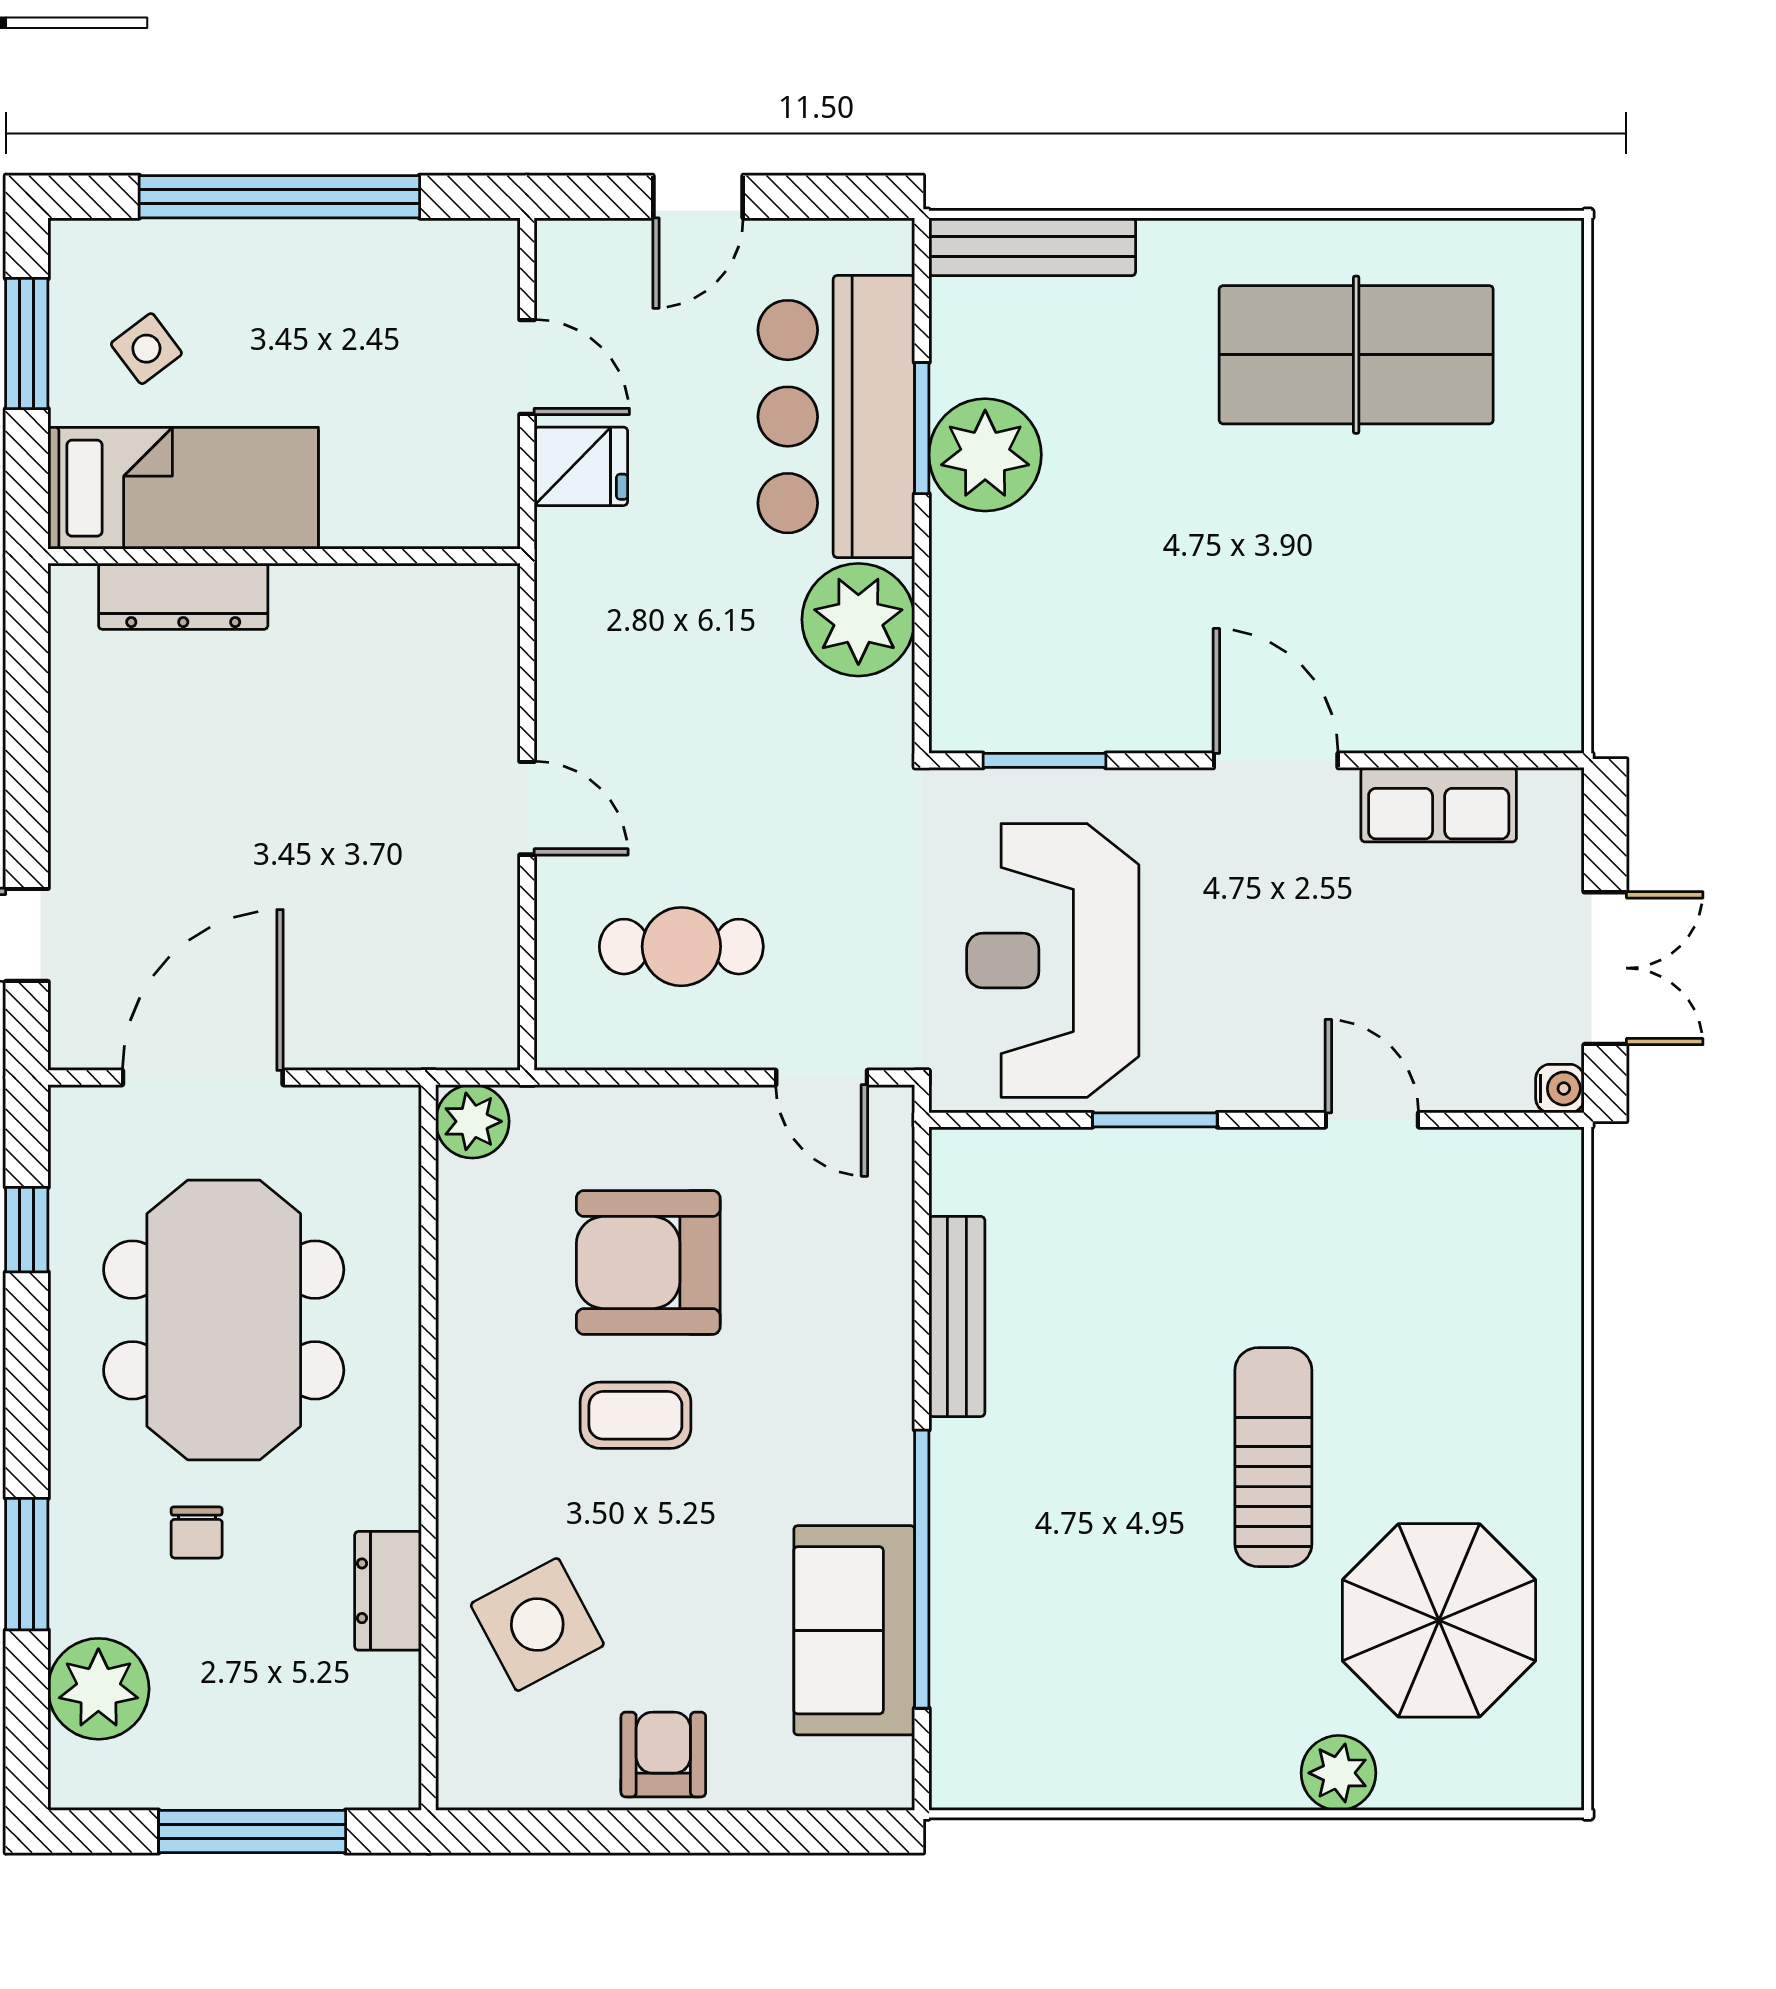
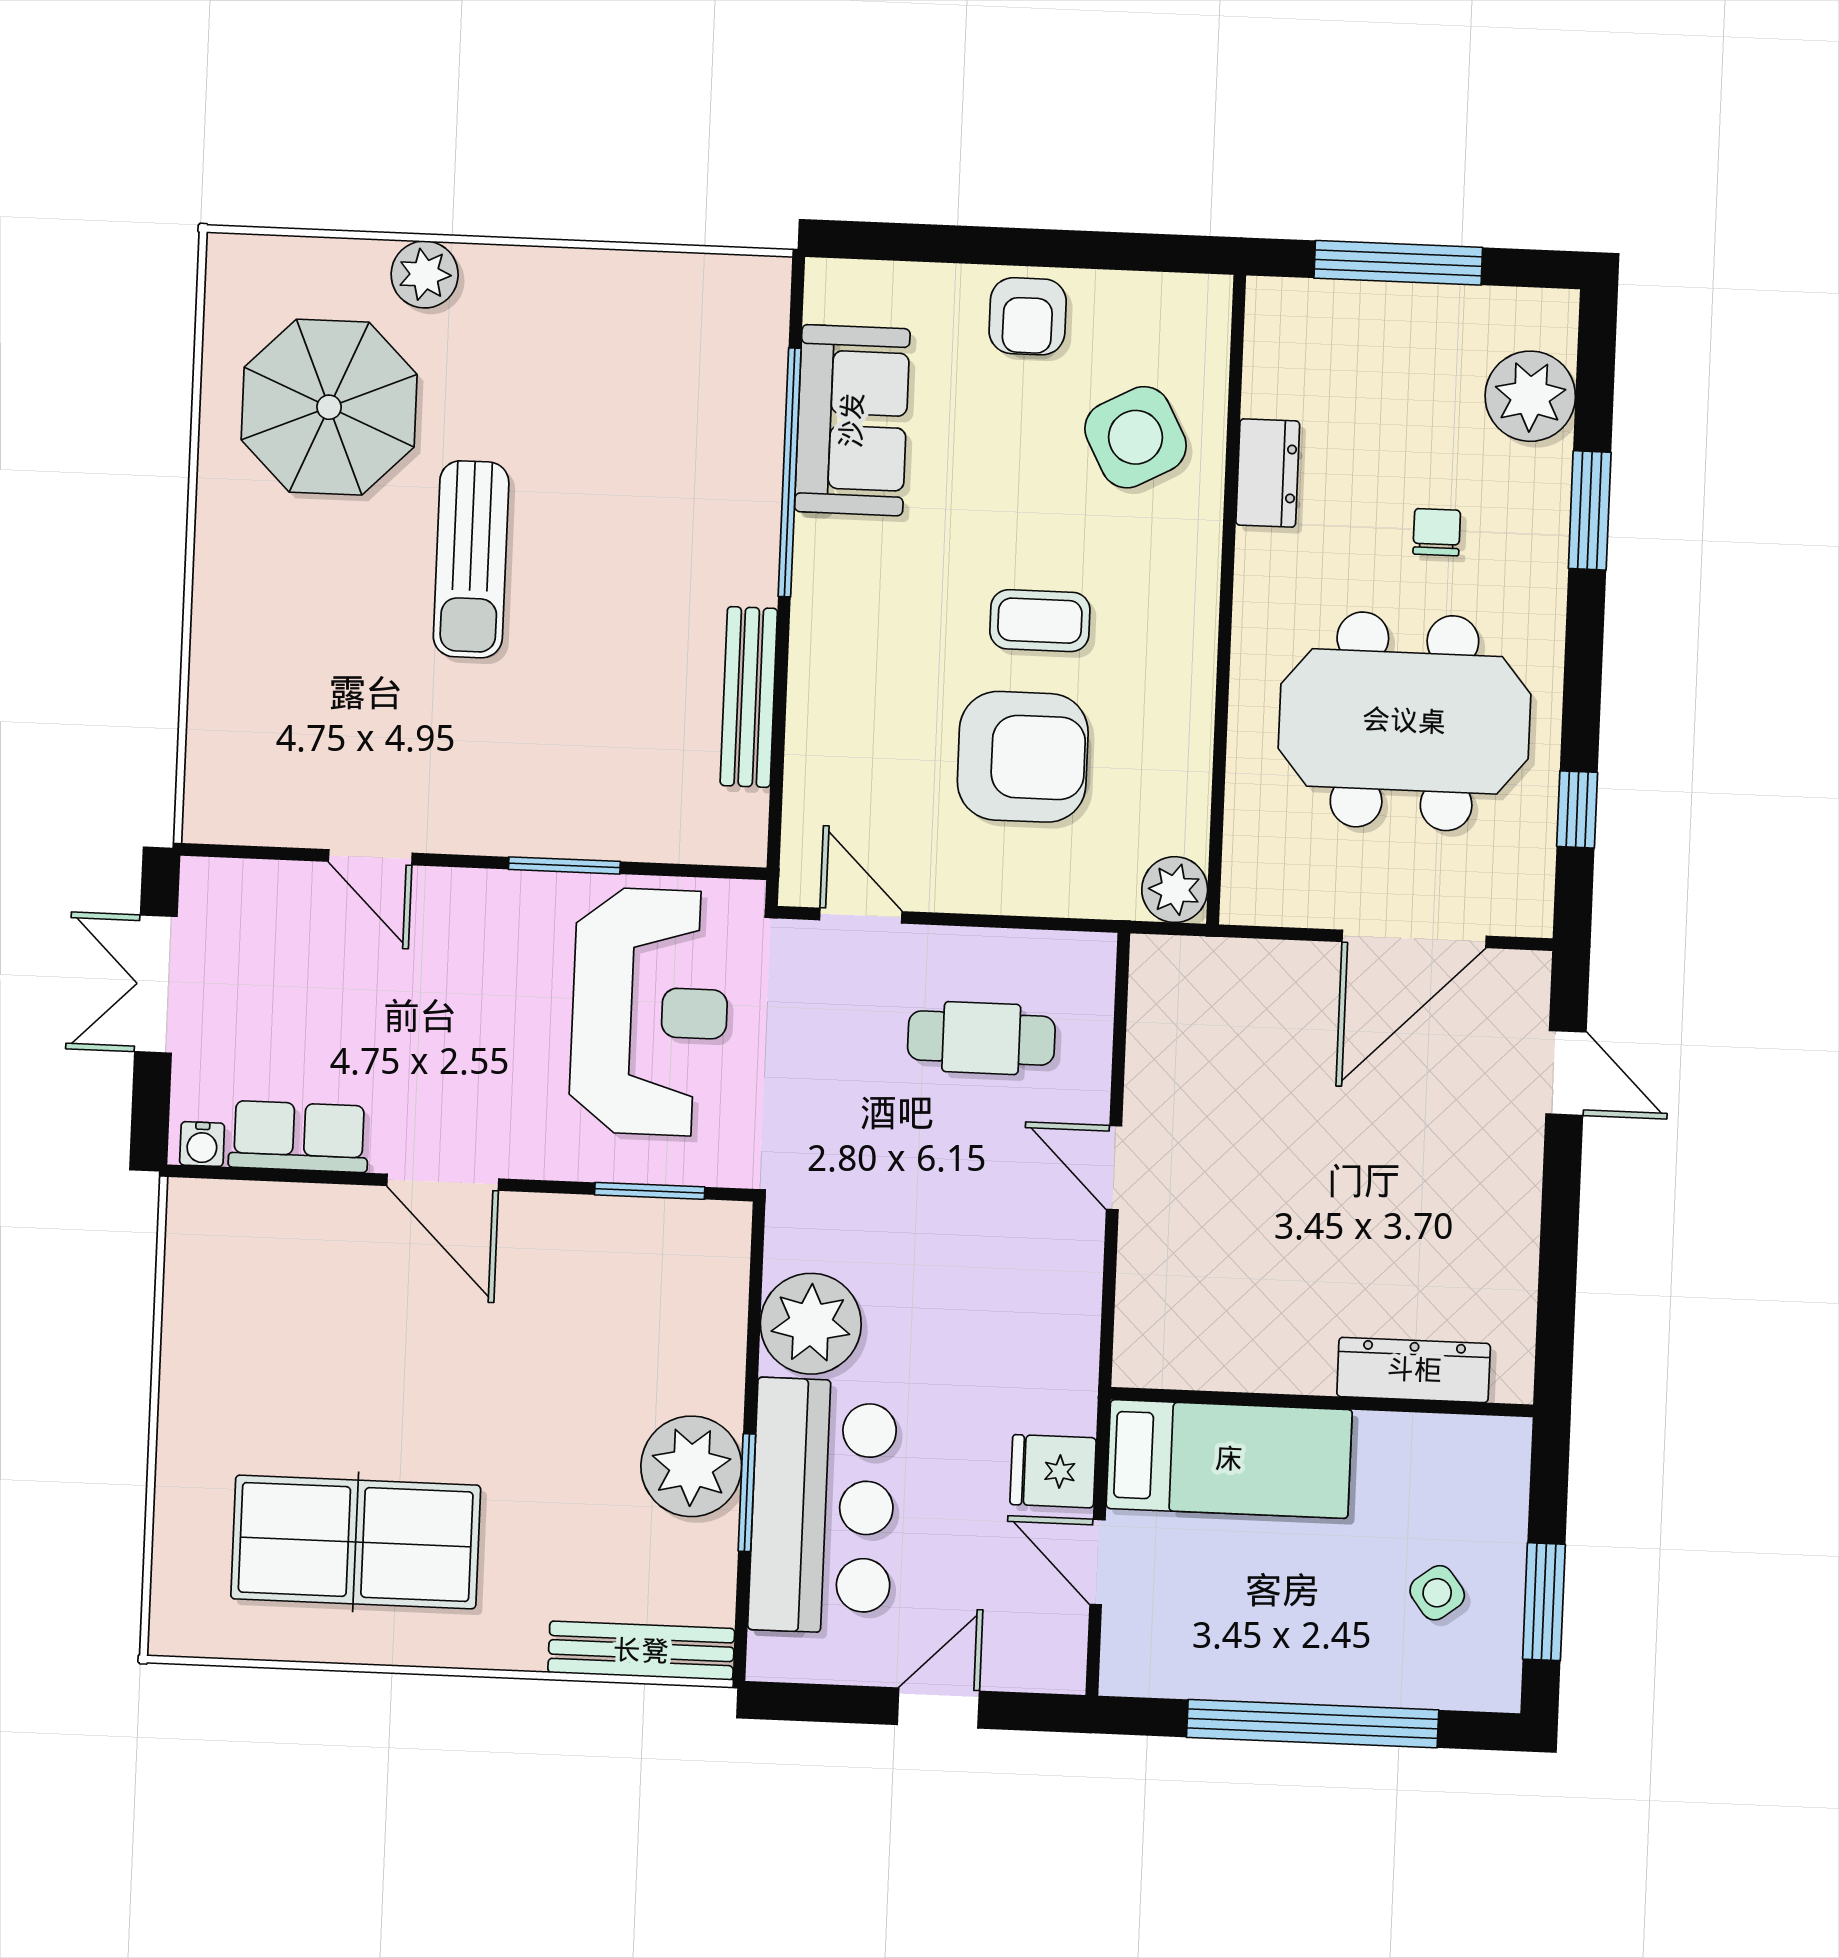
bed: (183, 488) -> (1229, 1459), moved, turned 180
water cooler: (1560, 1089) -> (202, 1144), moved, turned -90
meeting table: (224, 1320) -> (1404, 721), turned 90

